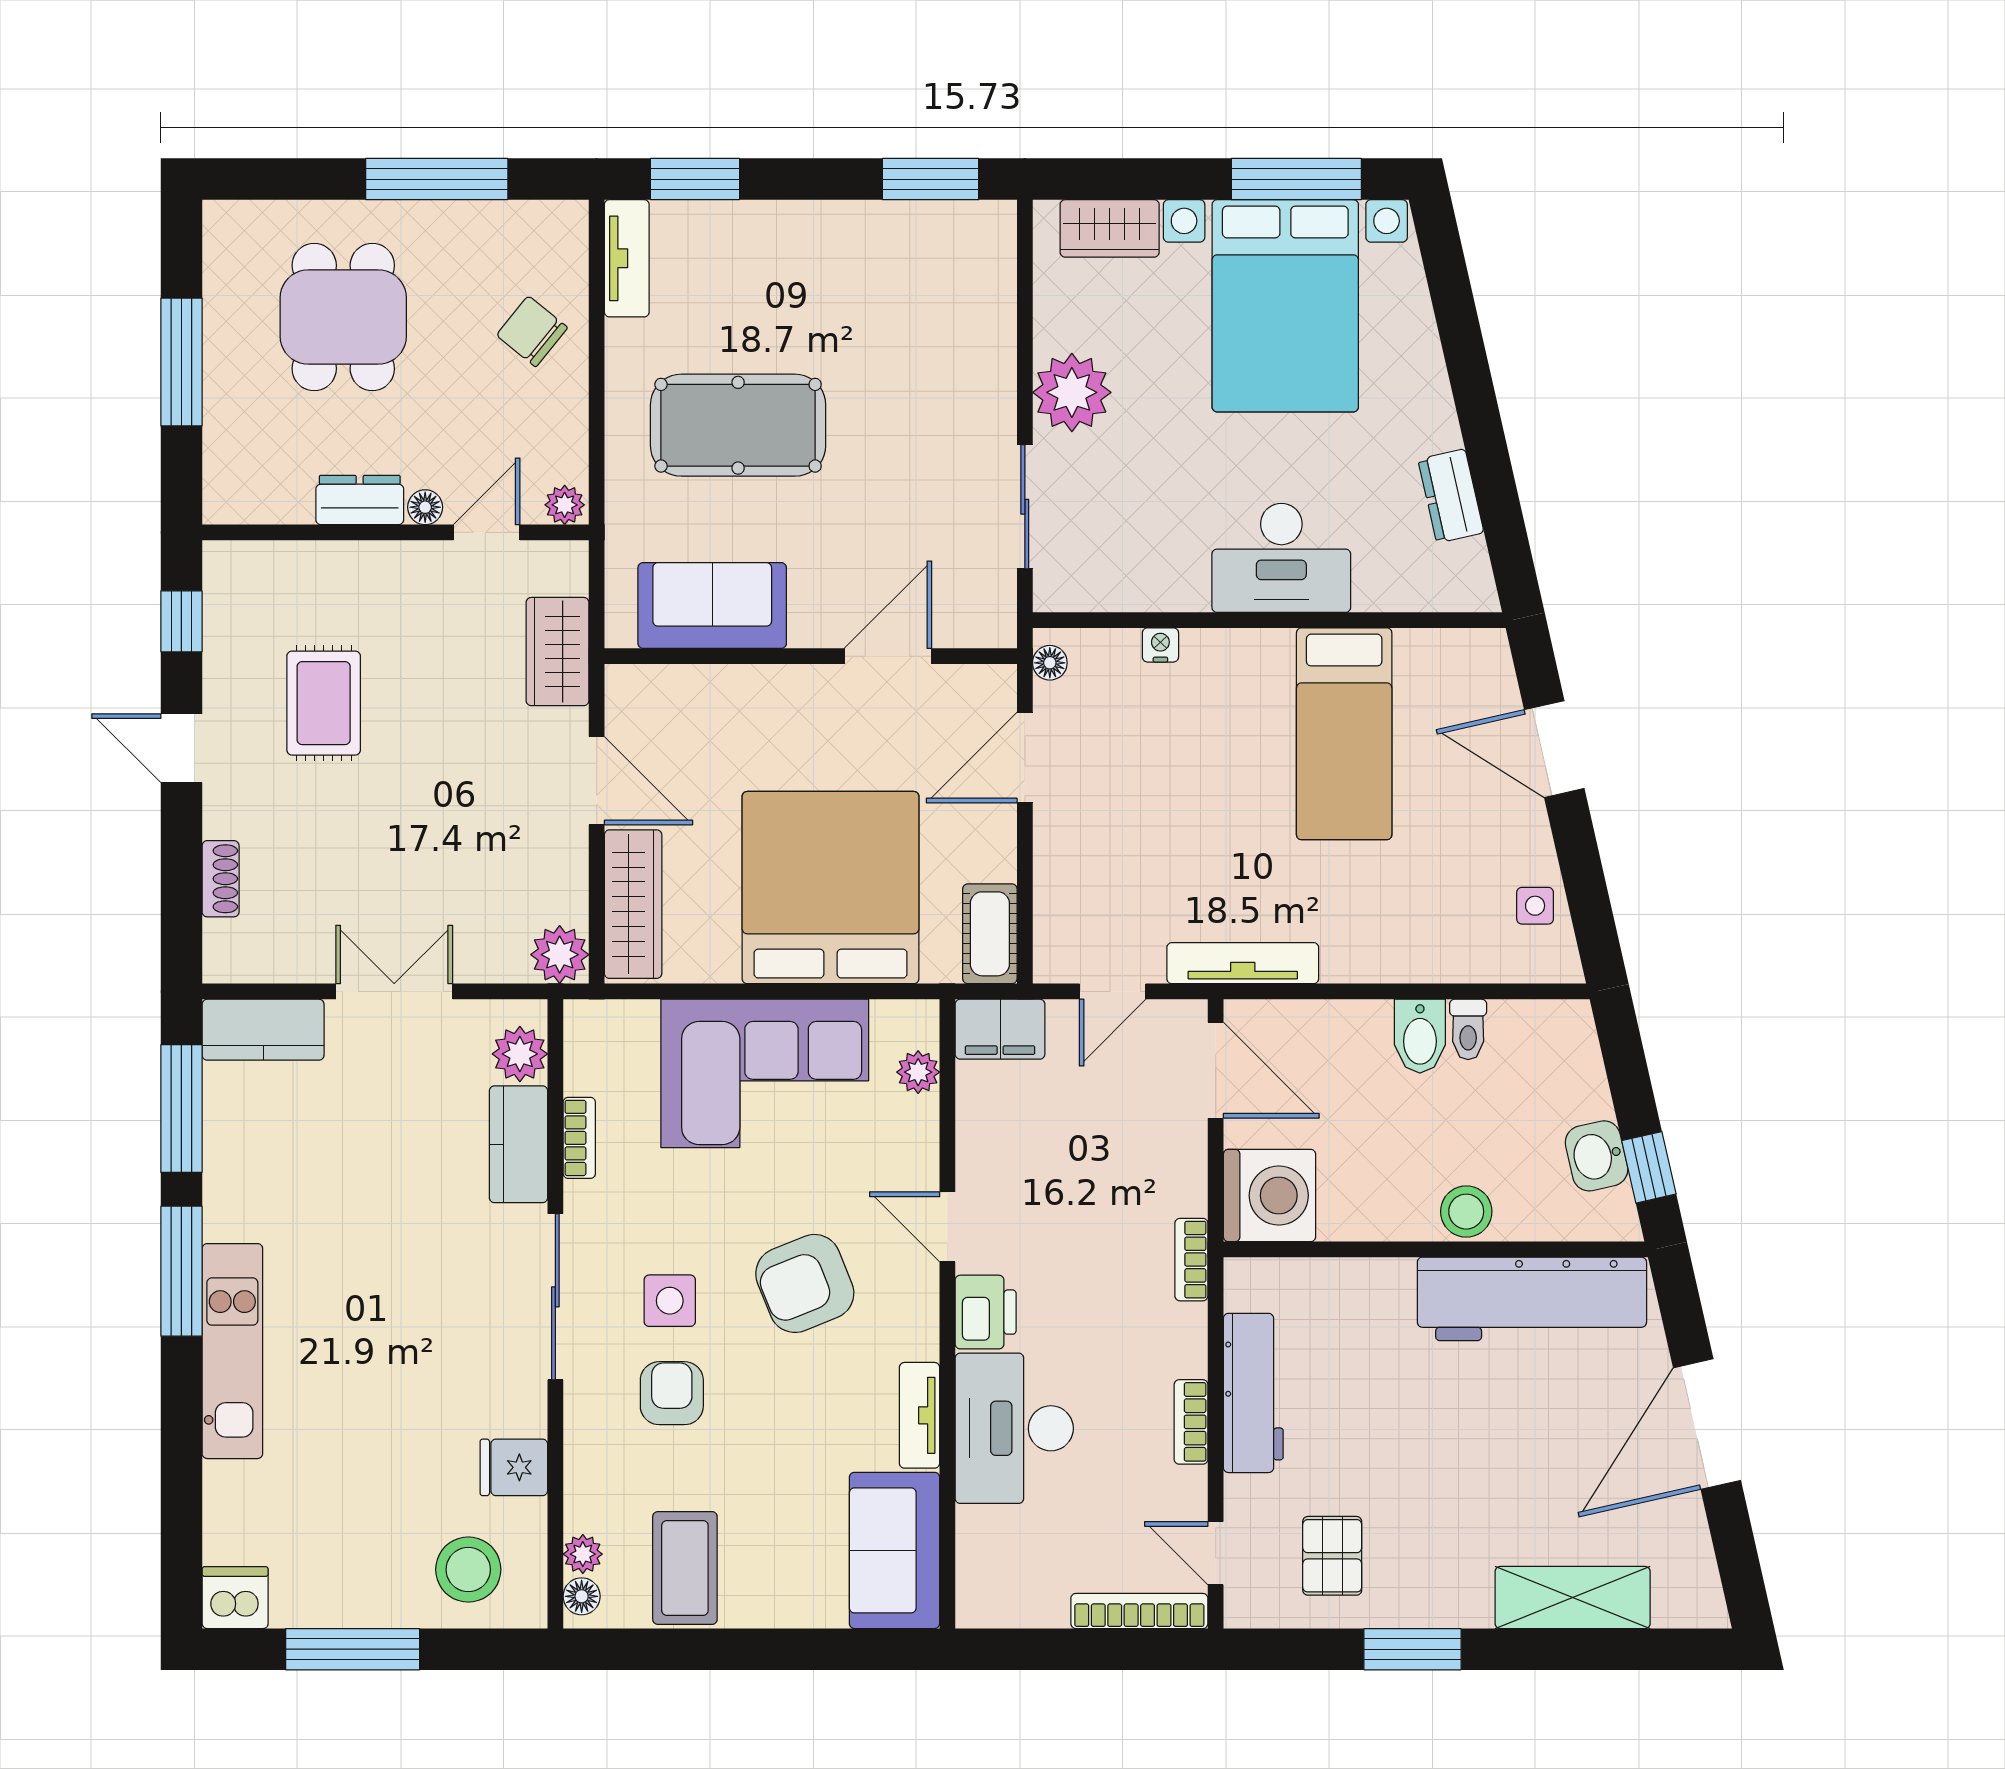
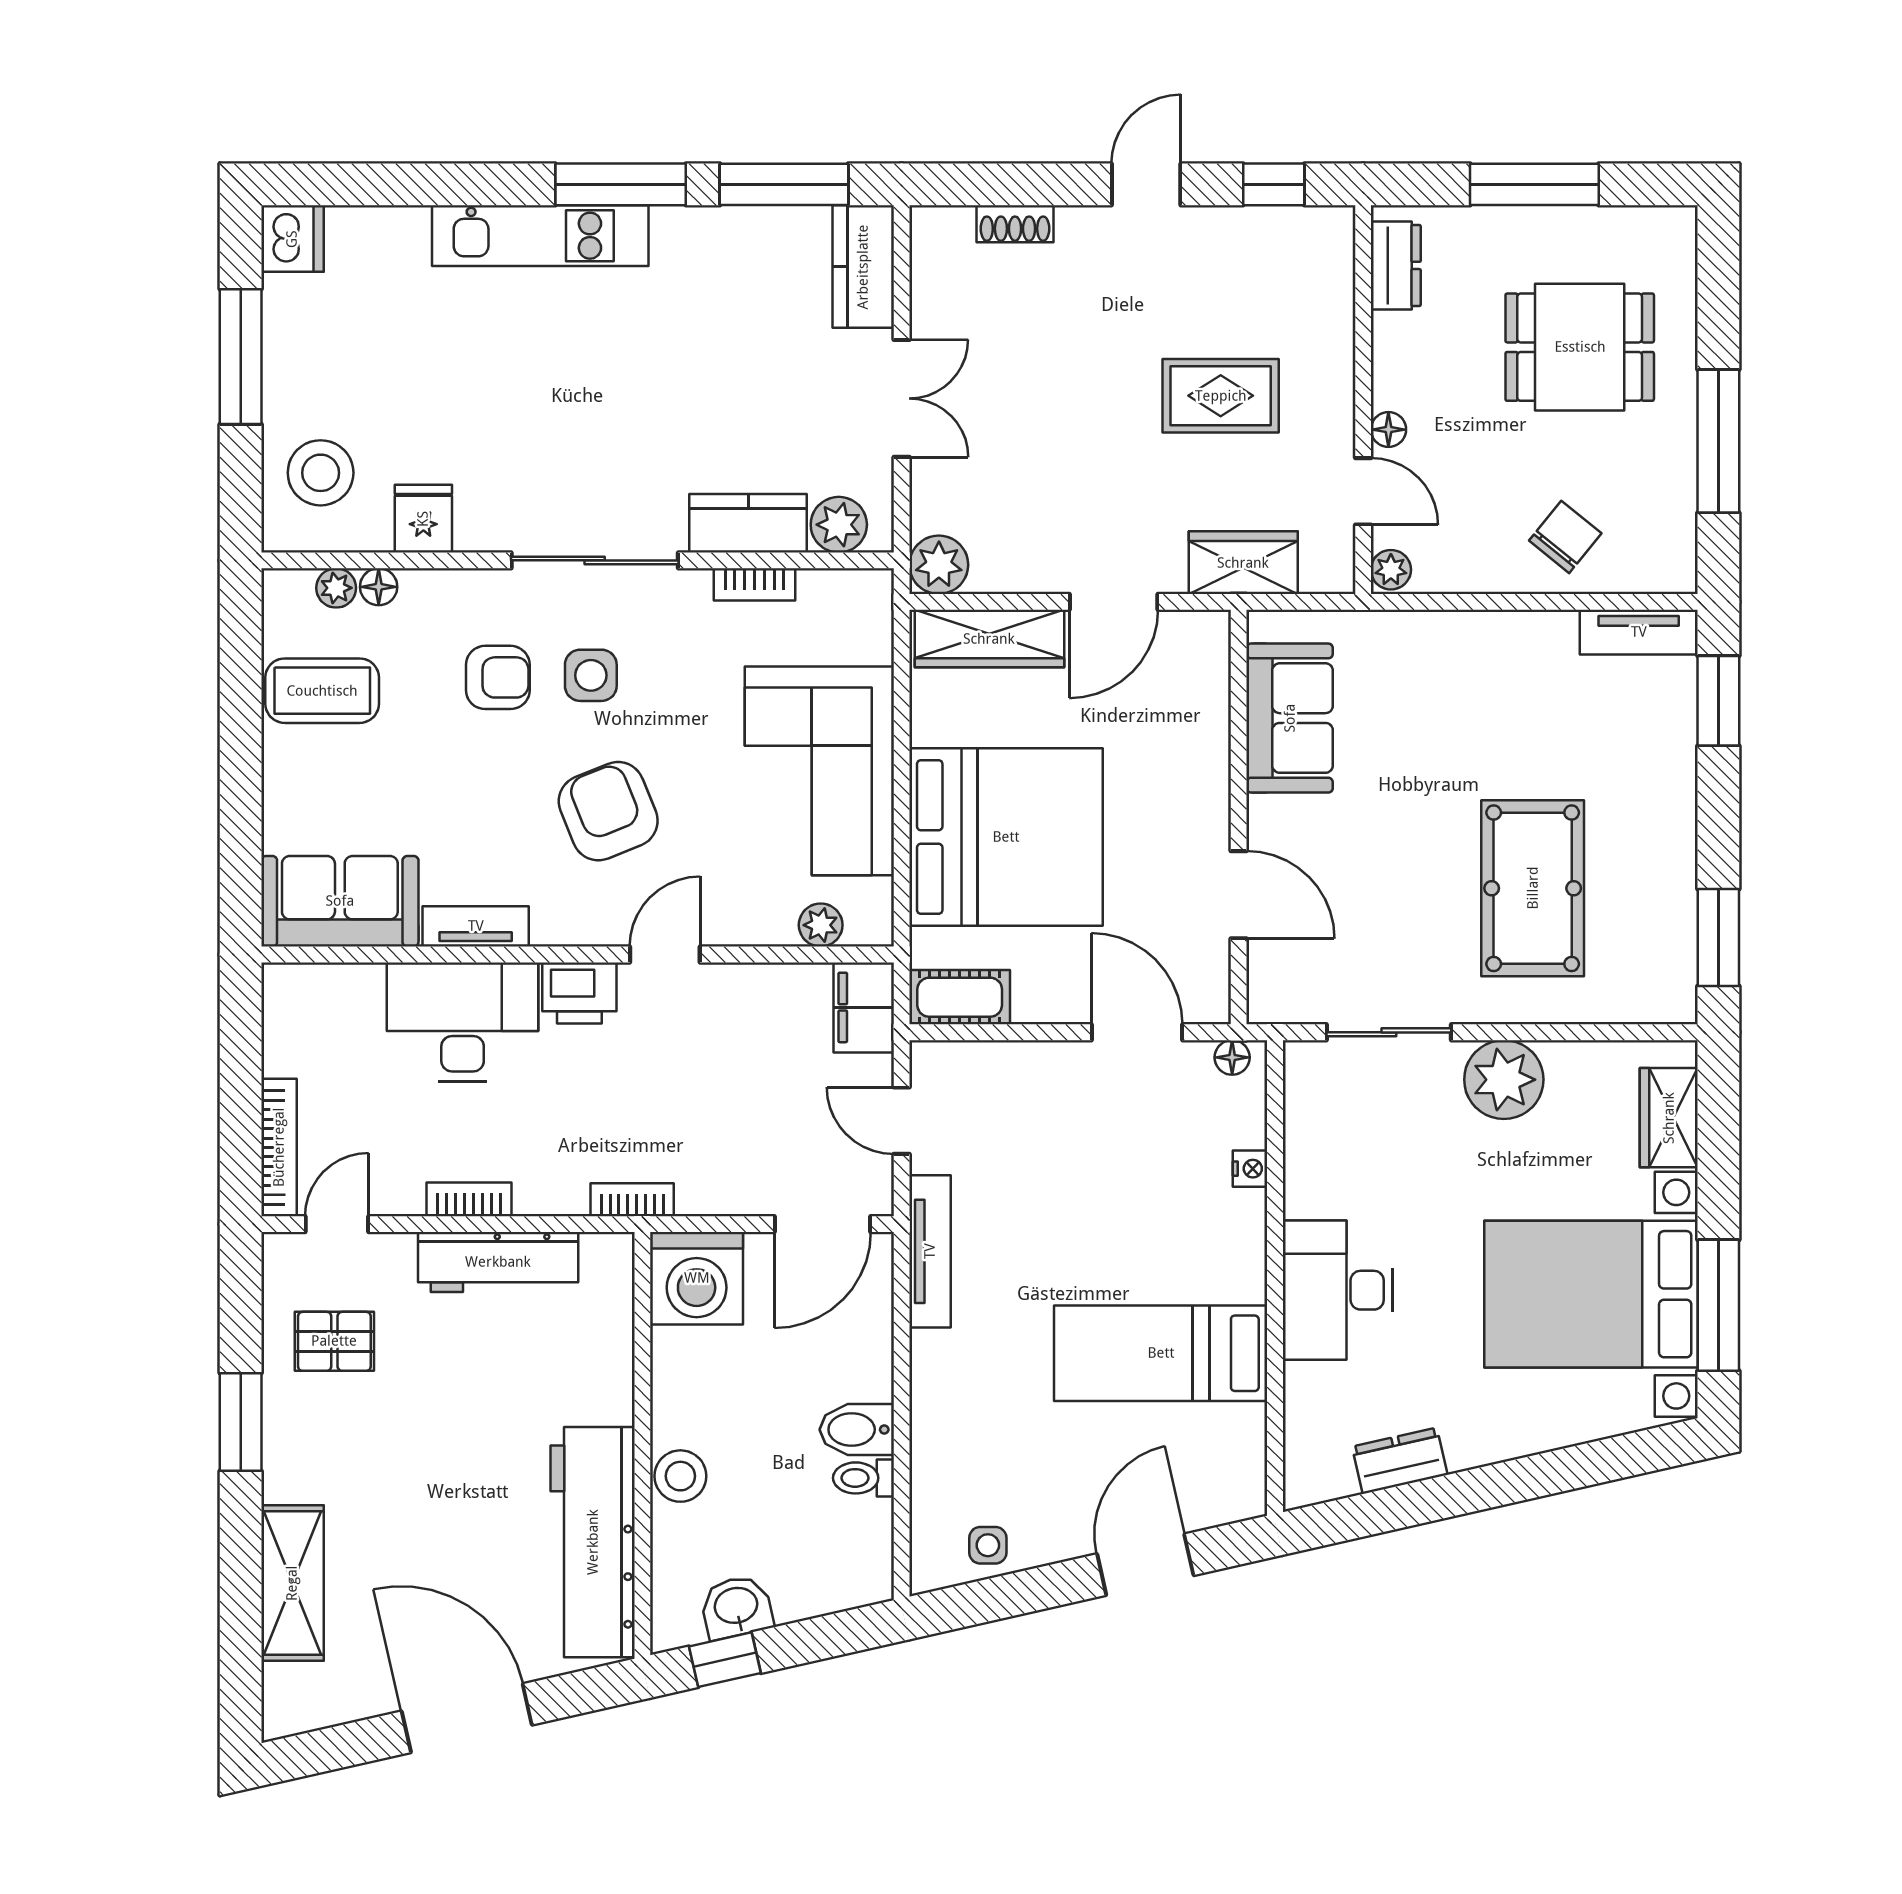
pool table: (738, 425) -> (1533, 888), moved
dresser: (360, 500) -> (1396, 265), moved
rug: (324, 703) -> (1221, 396), moved
floor lamp: (582, 1596) -> (379, 587), moved

